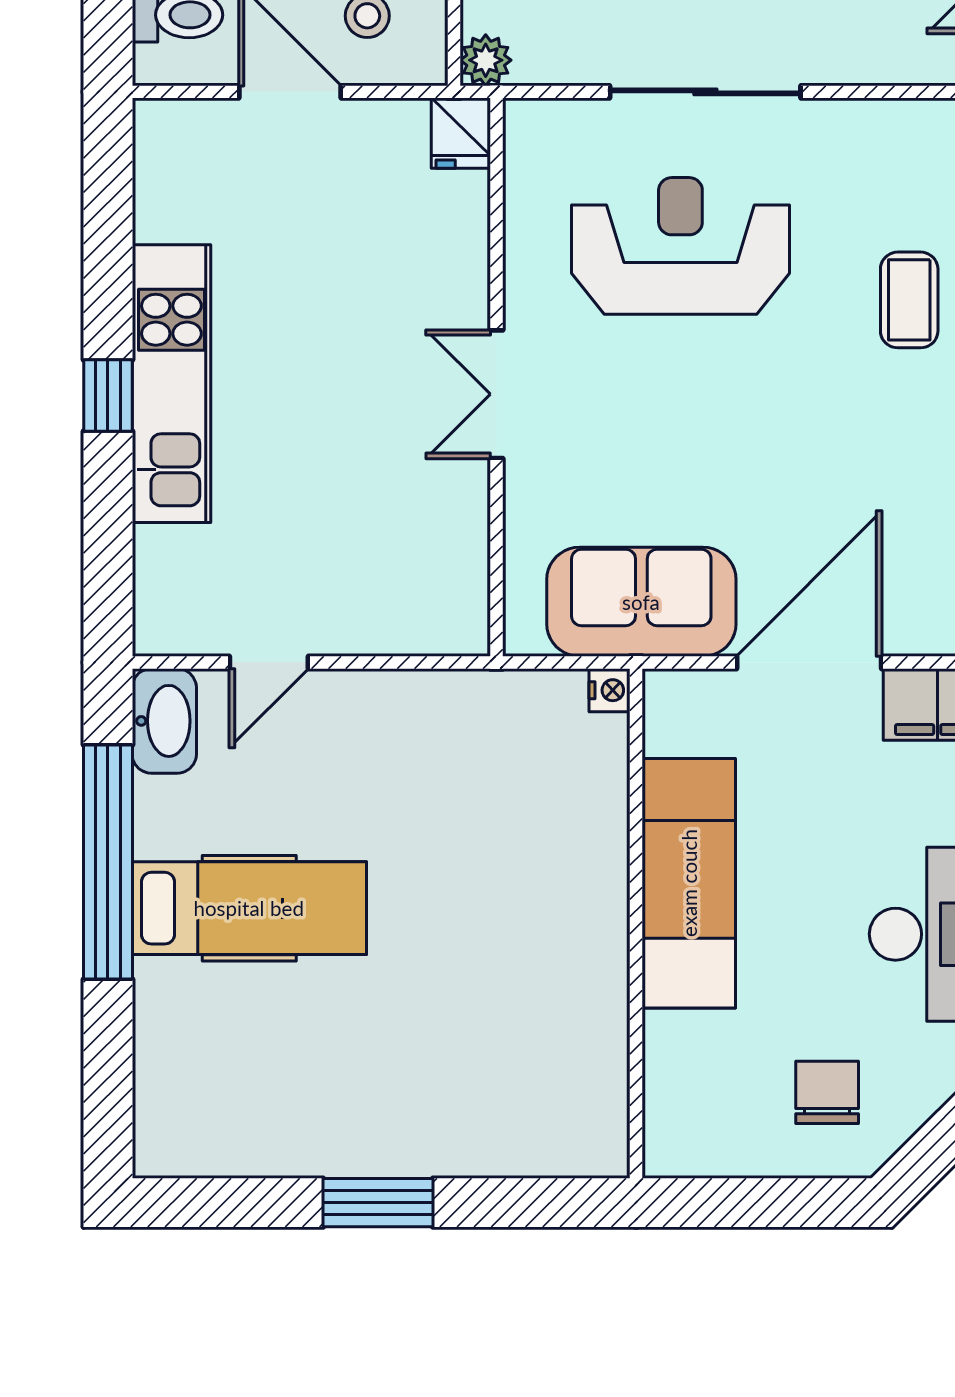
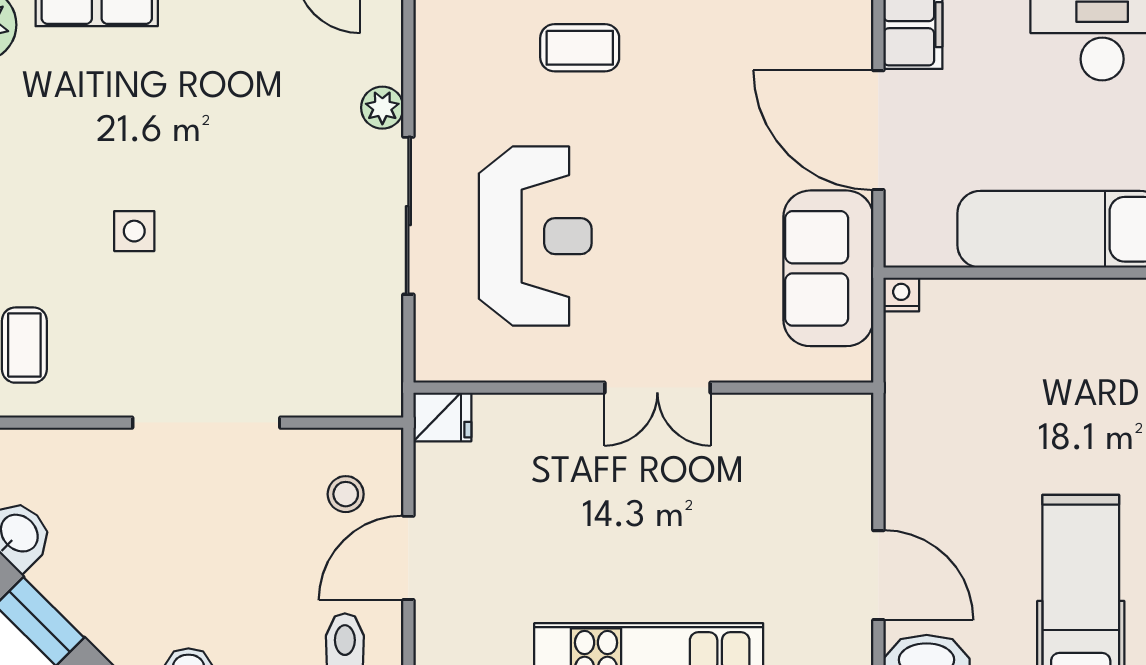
plant: (486, 60) -> (382, 108), moved
reception desk: (680, 246) -> (535, 236), turned 180
door: (269, 662) -> (878, 575), width x1.38

